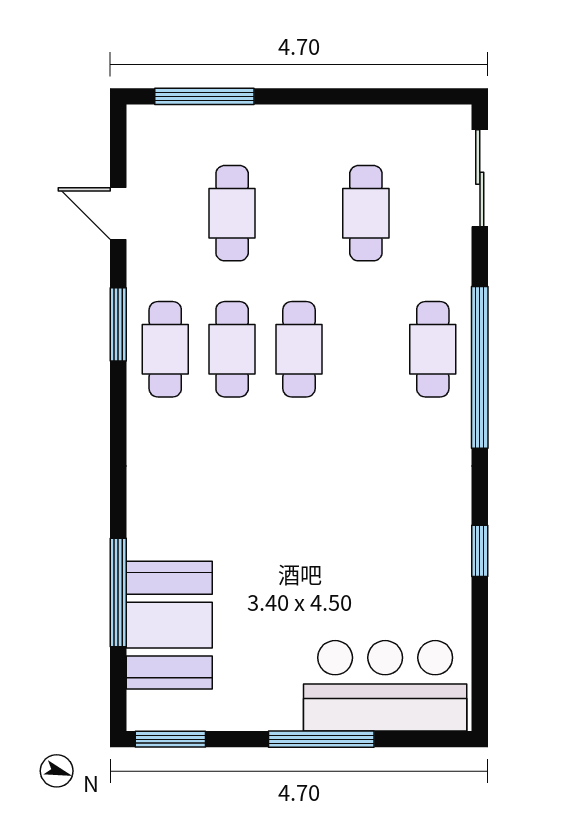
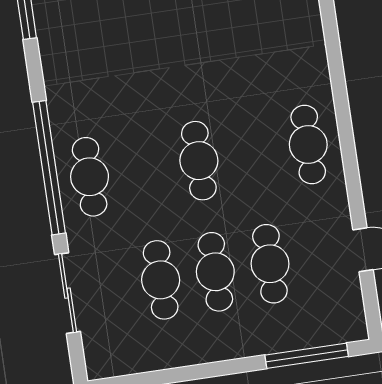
sliding door: (480, 178) -> (68, 293), moved
window: (118, 324) -> (350, 159), removed
cafe table: (232, 349) -> (215, 272), moved

